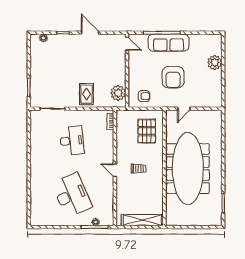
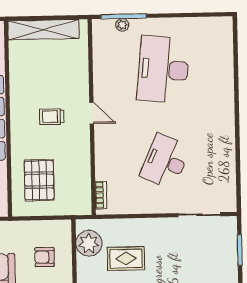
rug: (86, 94) -> (126, 259), moved, turned 90
armchair: (144, 96) -> (45, 257), moved
desk: (72, 141) -> (165, 161), turned 30
desk: (72, 195) -> (163, 69), turned 30

